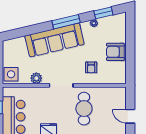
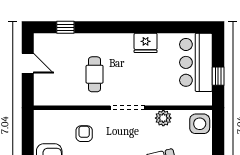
cafe table: (84, 109) -> (95, 74), width x0.73, depth x0.74

